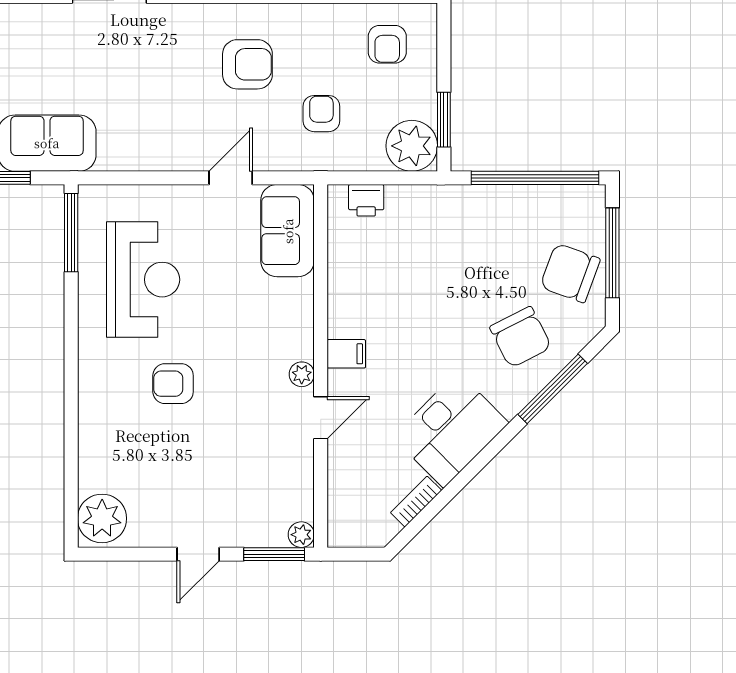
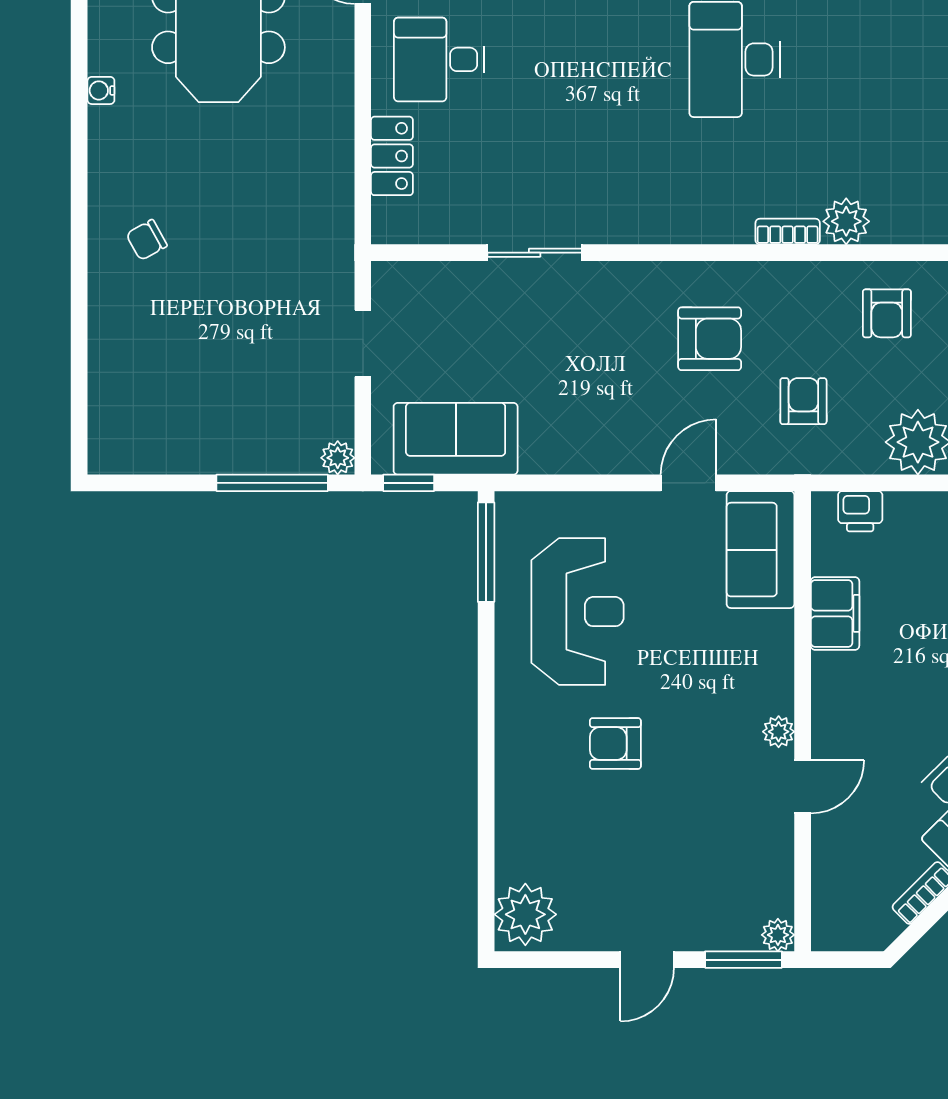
filing cabinet: (346, 354) -> (835, 613), moved, width x2.00

